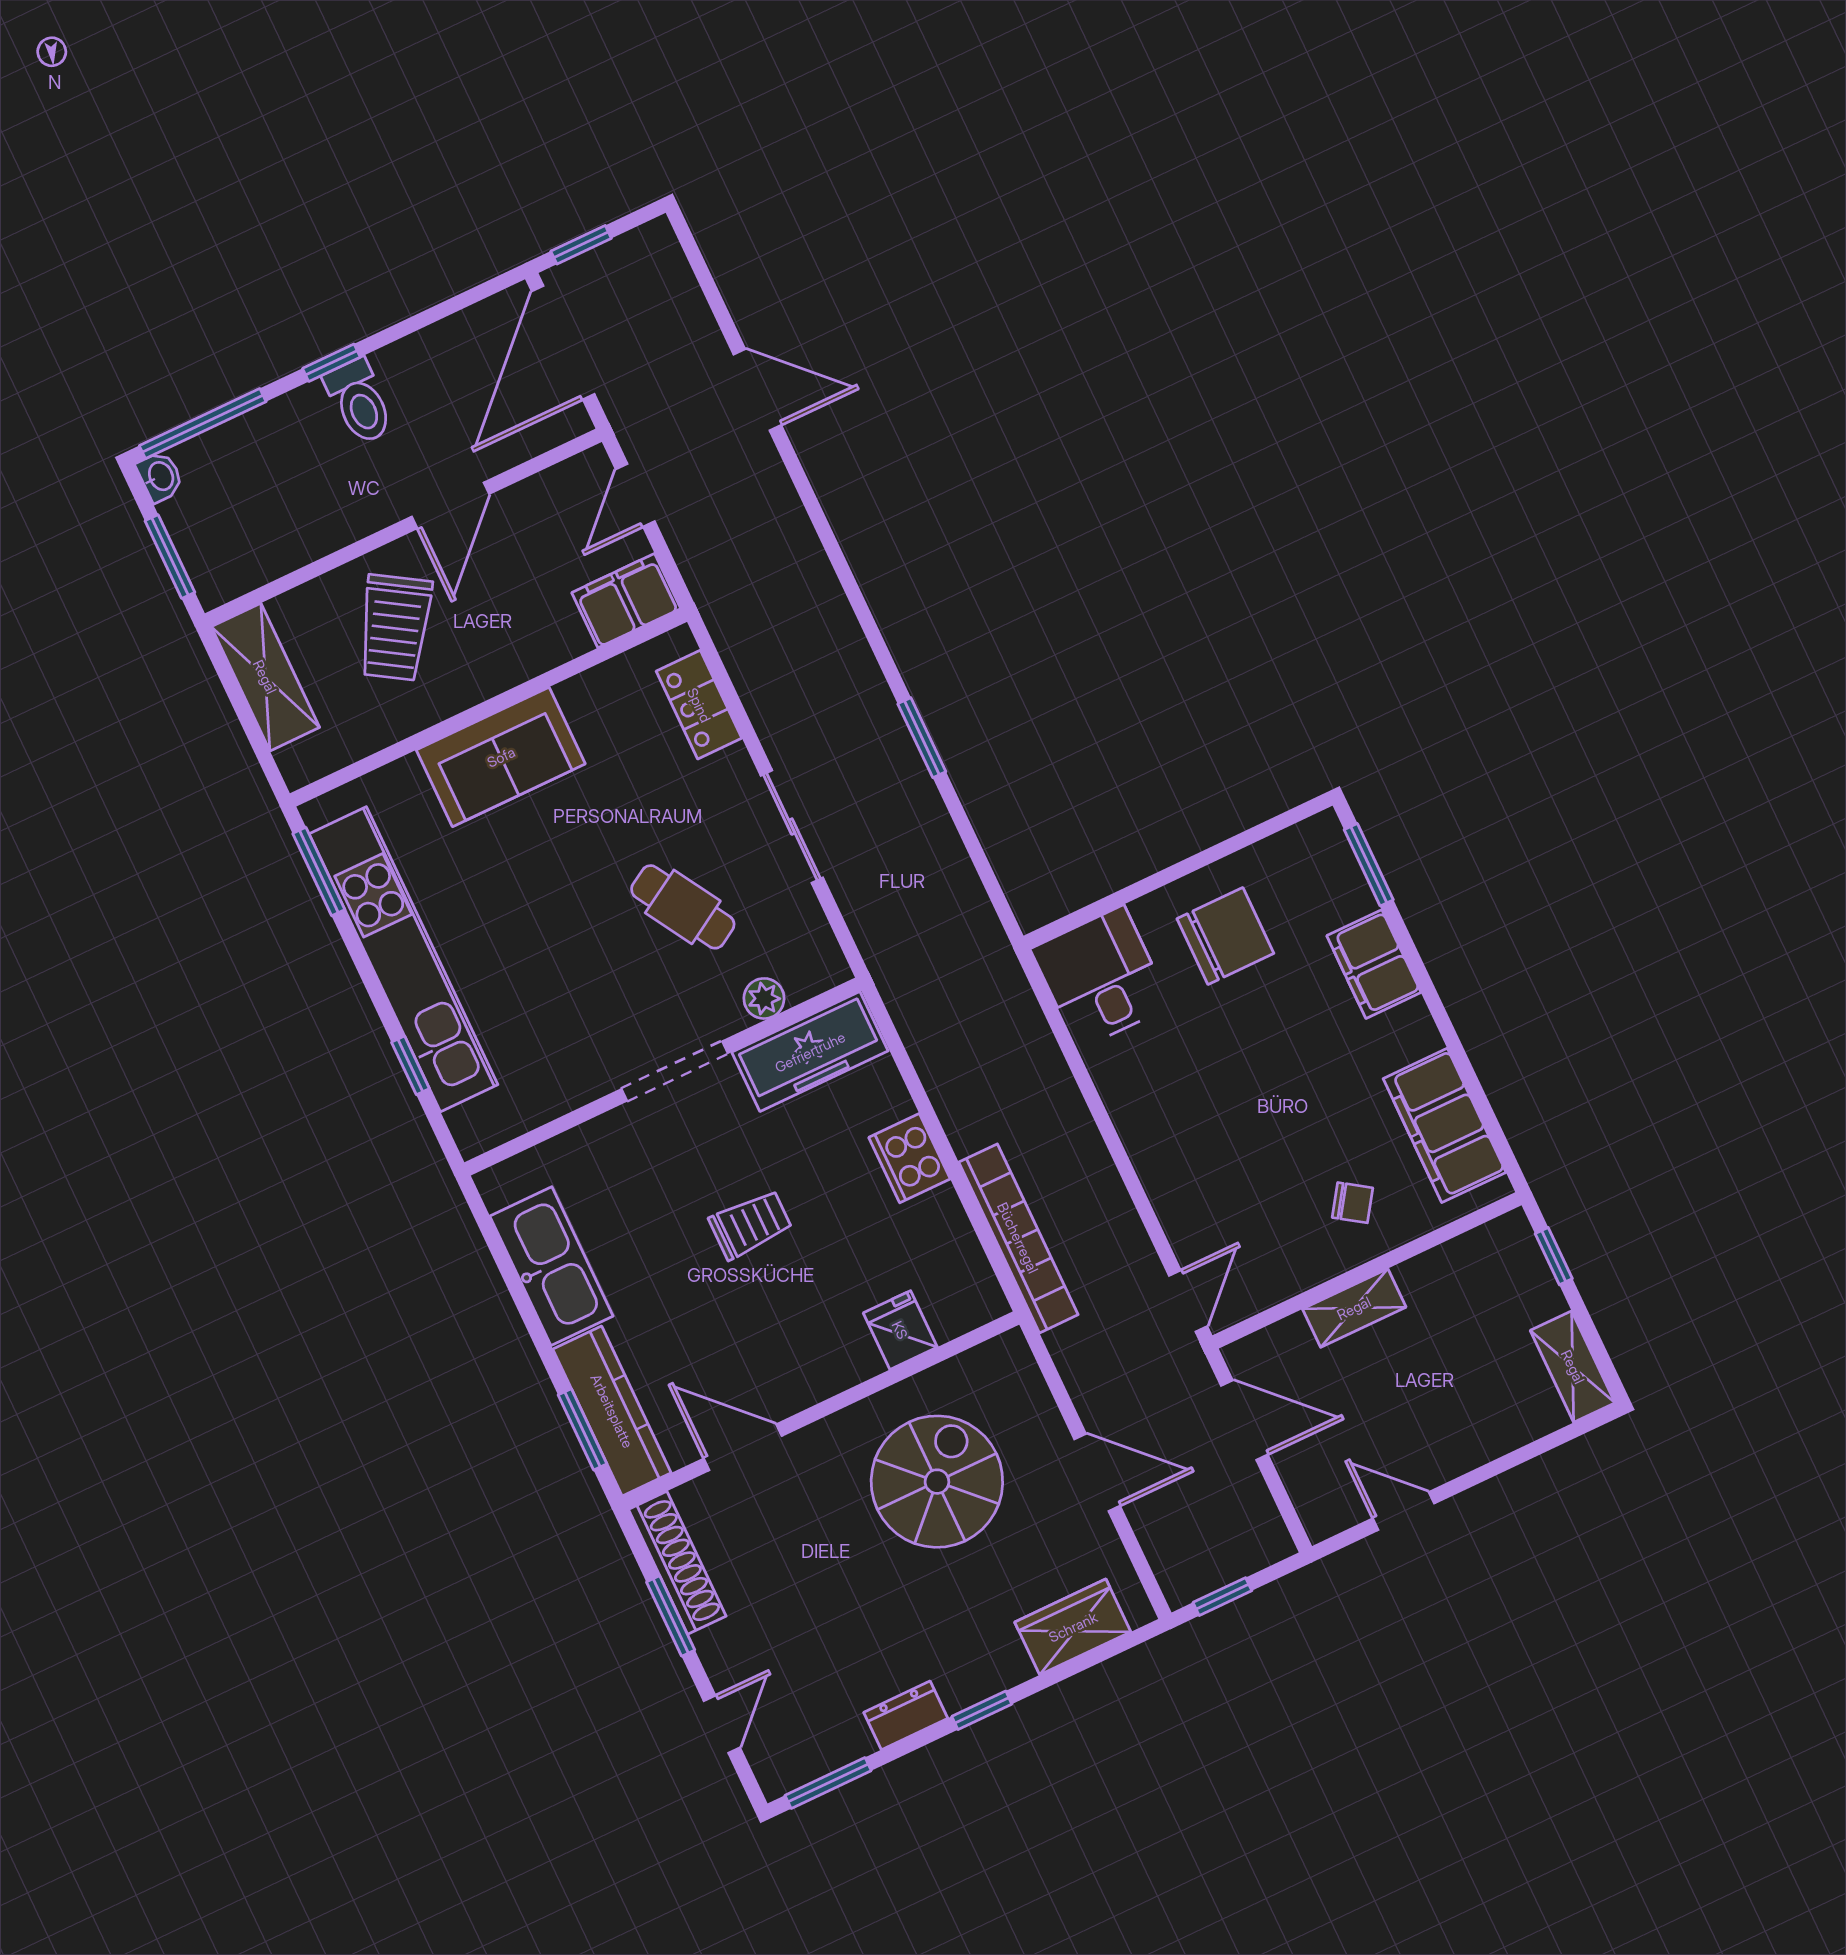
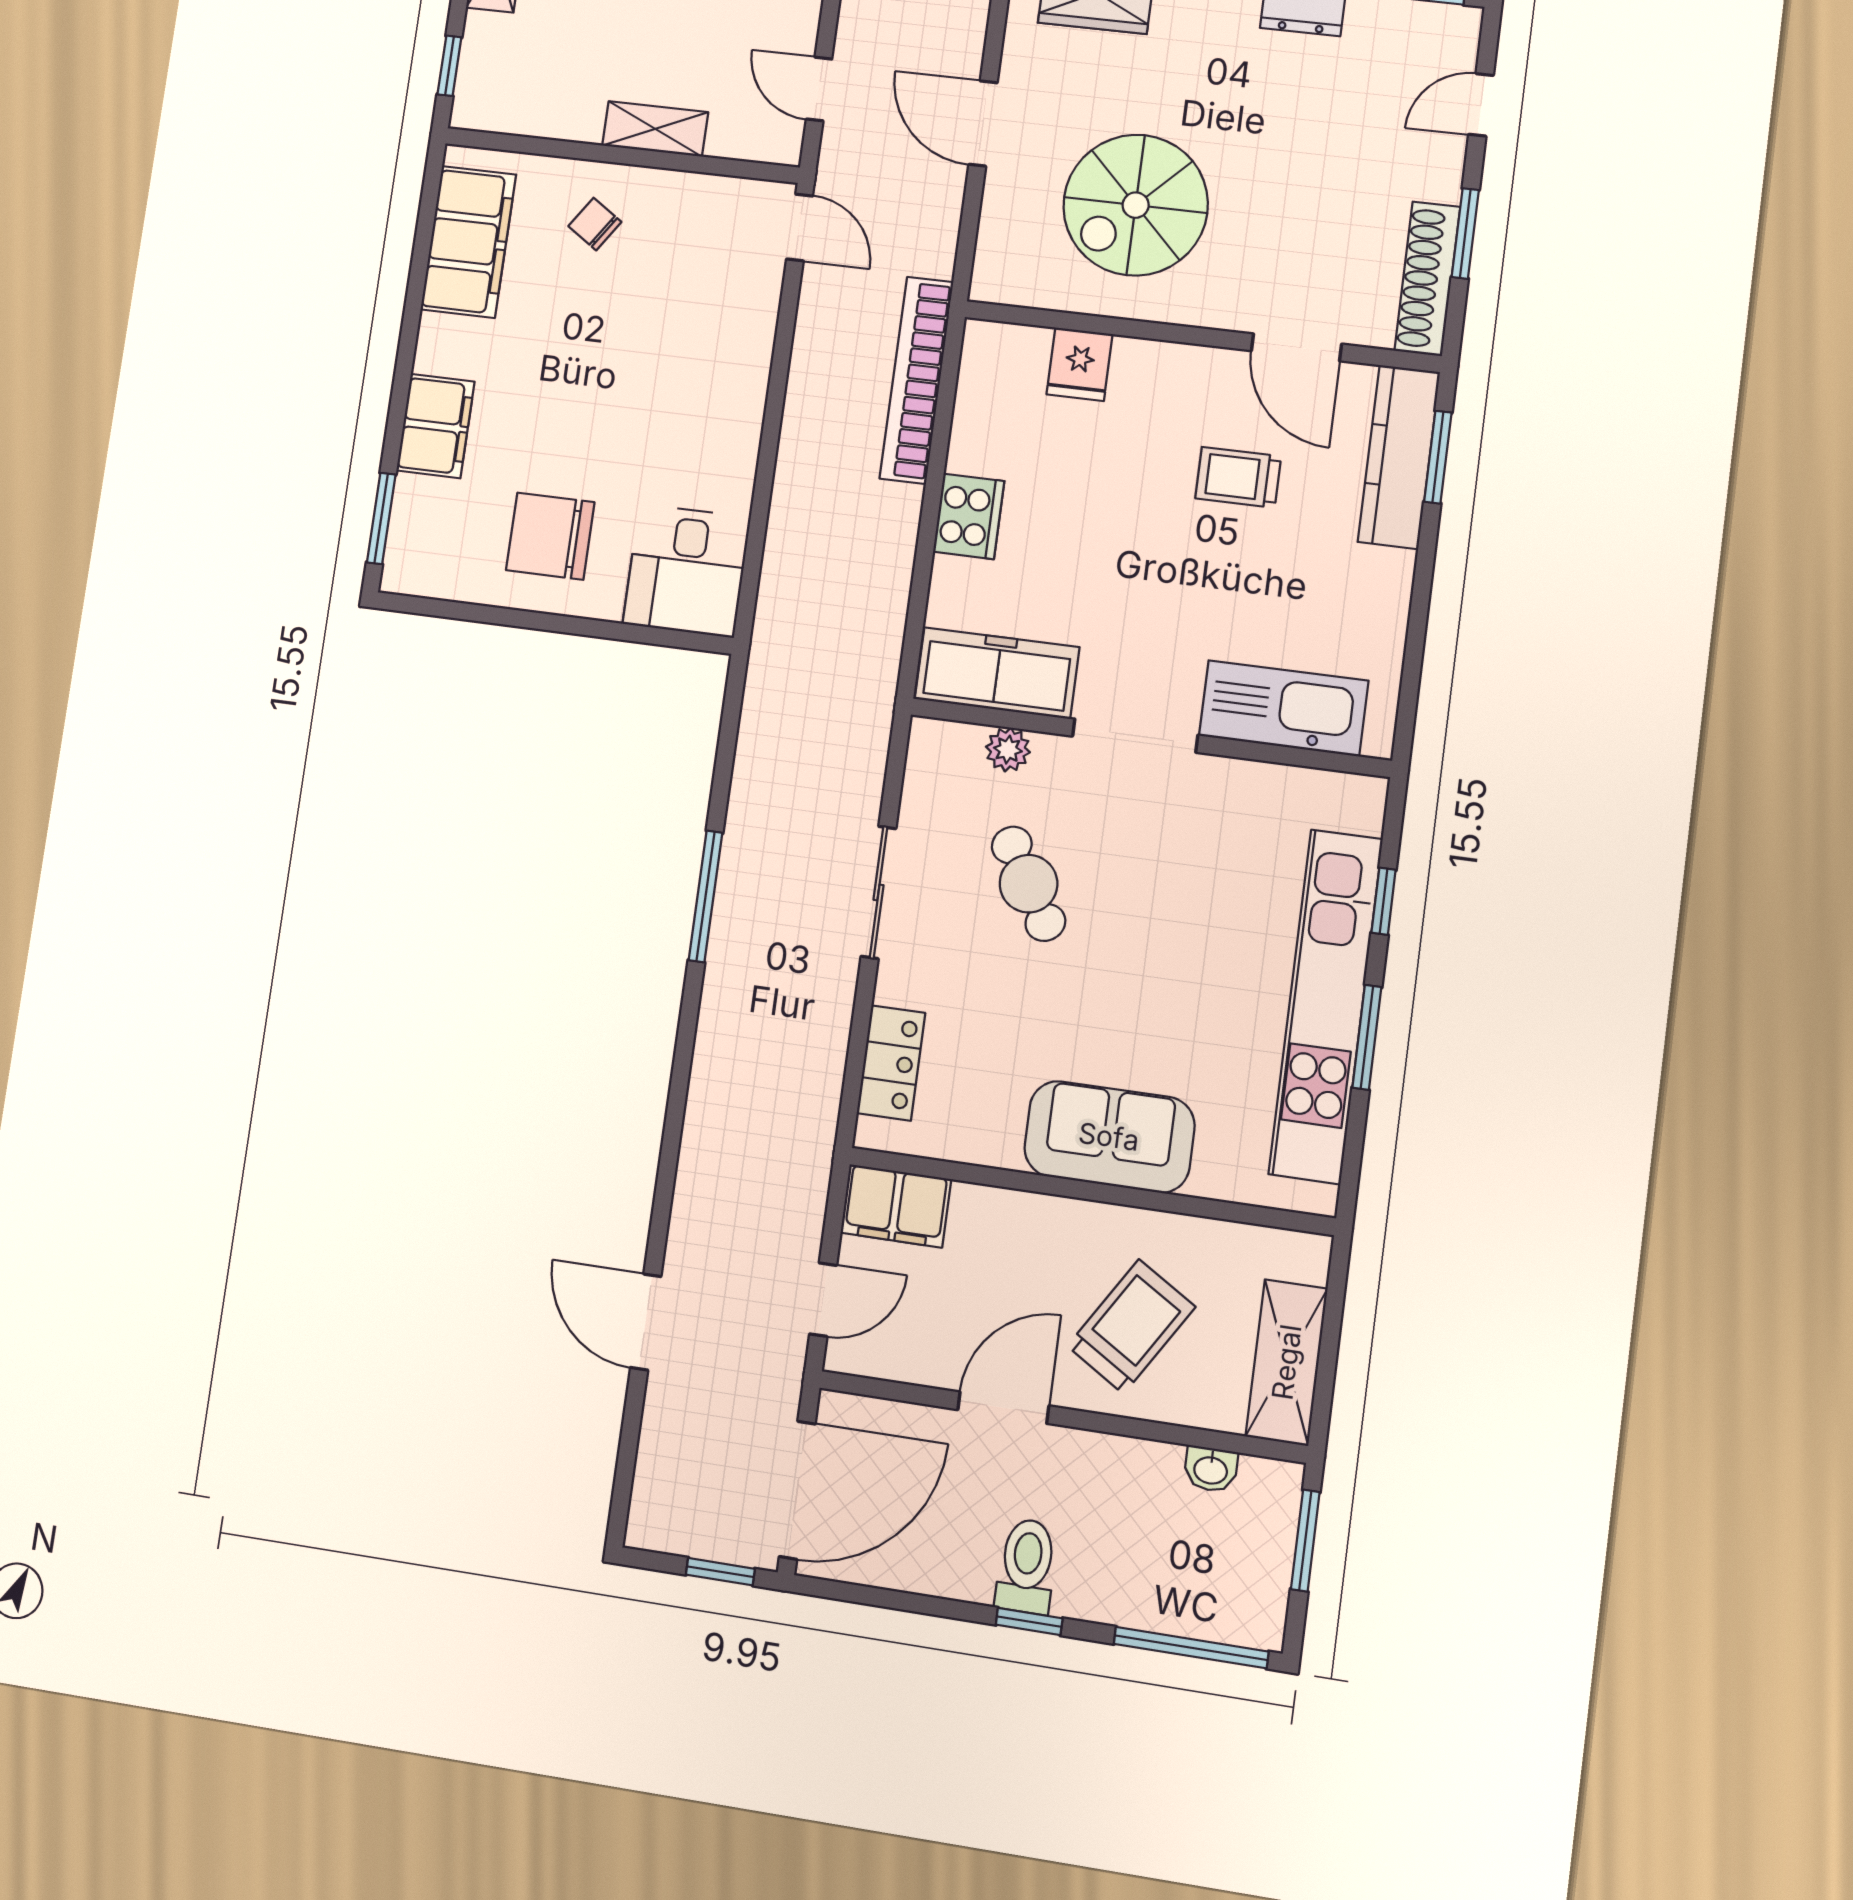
washbasin: (160, 476) -> (1211, 1469), moved, turned -90
window: (922, 738) -> (706, 896), width x1.44
window: (319, 872) -> (1367, 1037), moved
trolley: (750, 1224) -> (1238, 477), moved
kitchen sink: (551, 1266) -> (1284, 708), moved, turned 90
door: (1188, 1301) -> (800, 228), swing flipped
door: (1244, 1420) -> (819, 89), width x0.73

